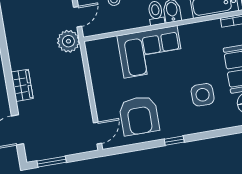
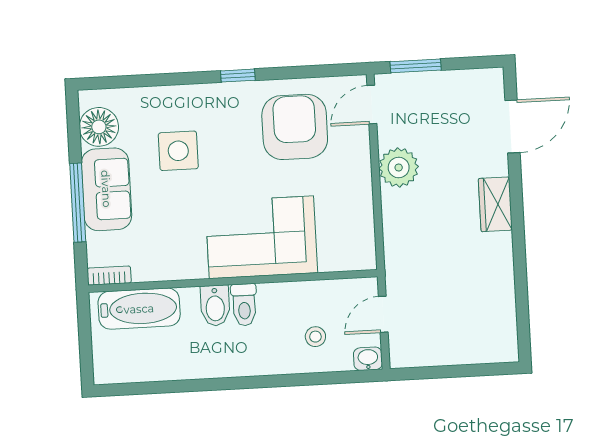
plant: (68, 41) -> (399, 168), moved
window: (52, 162) -> (416, 66), moved

